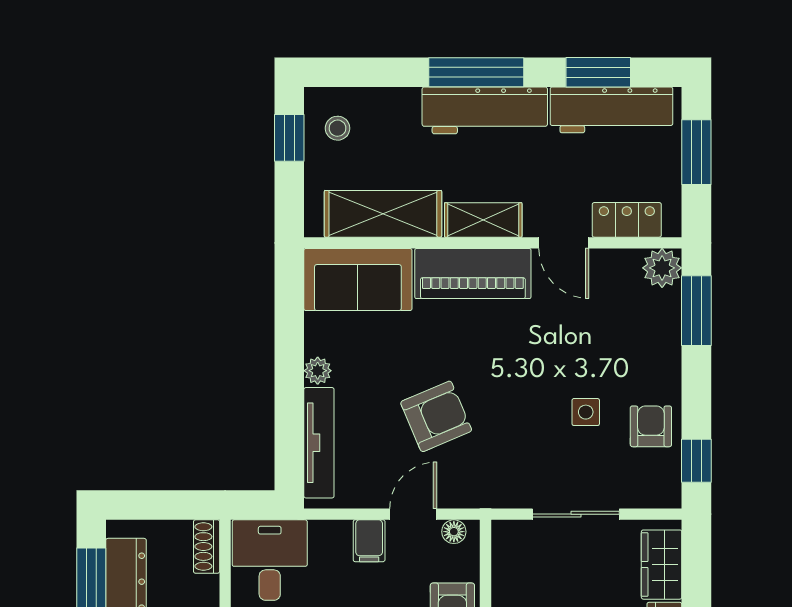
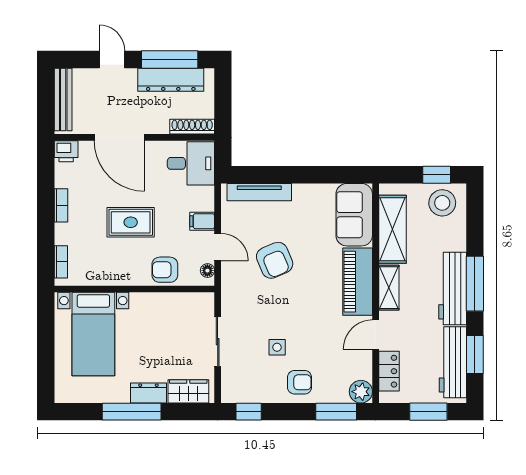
stool: (338, 128) -> (442, 203), width x1.89, depth x1.89
plant: (318, 371) -> (301, 191), removed
armchair: (651, 426) -> (300, 382), moved
shoe rack: (207, 547) -> (192, 127), width x1.43

